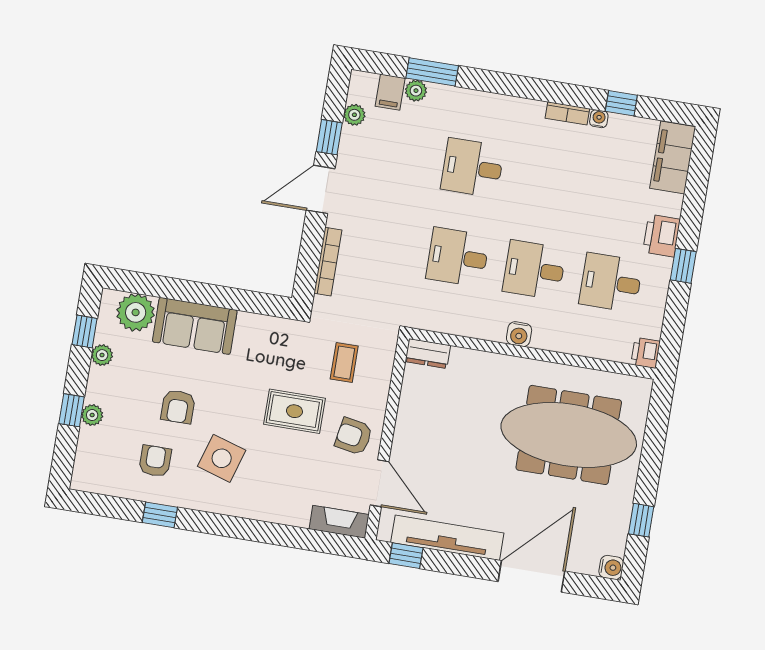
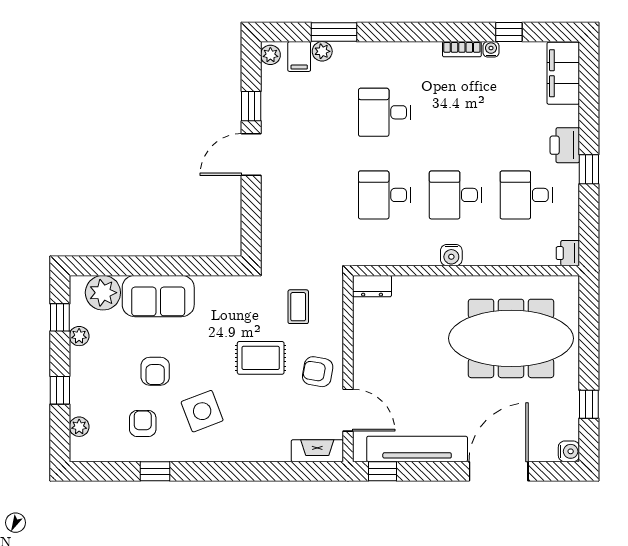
plant: (354, 115) -> (270, 55), moved
bookcase: (328, 262) -> (268, 218), removed
plant: (92, 415) -> (79, 427), moved
side table: (222, 458) -> (202, 411), turned -38

